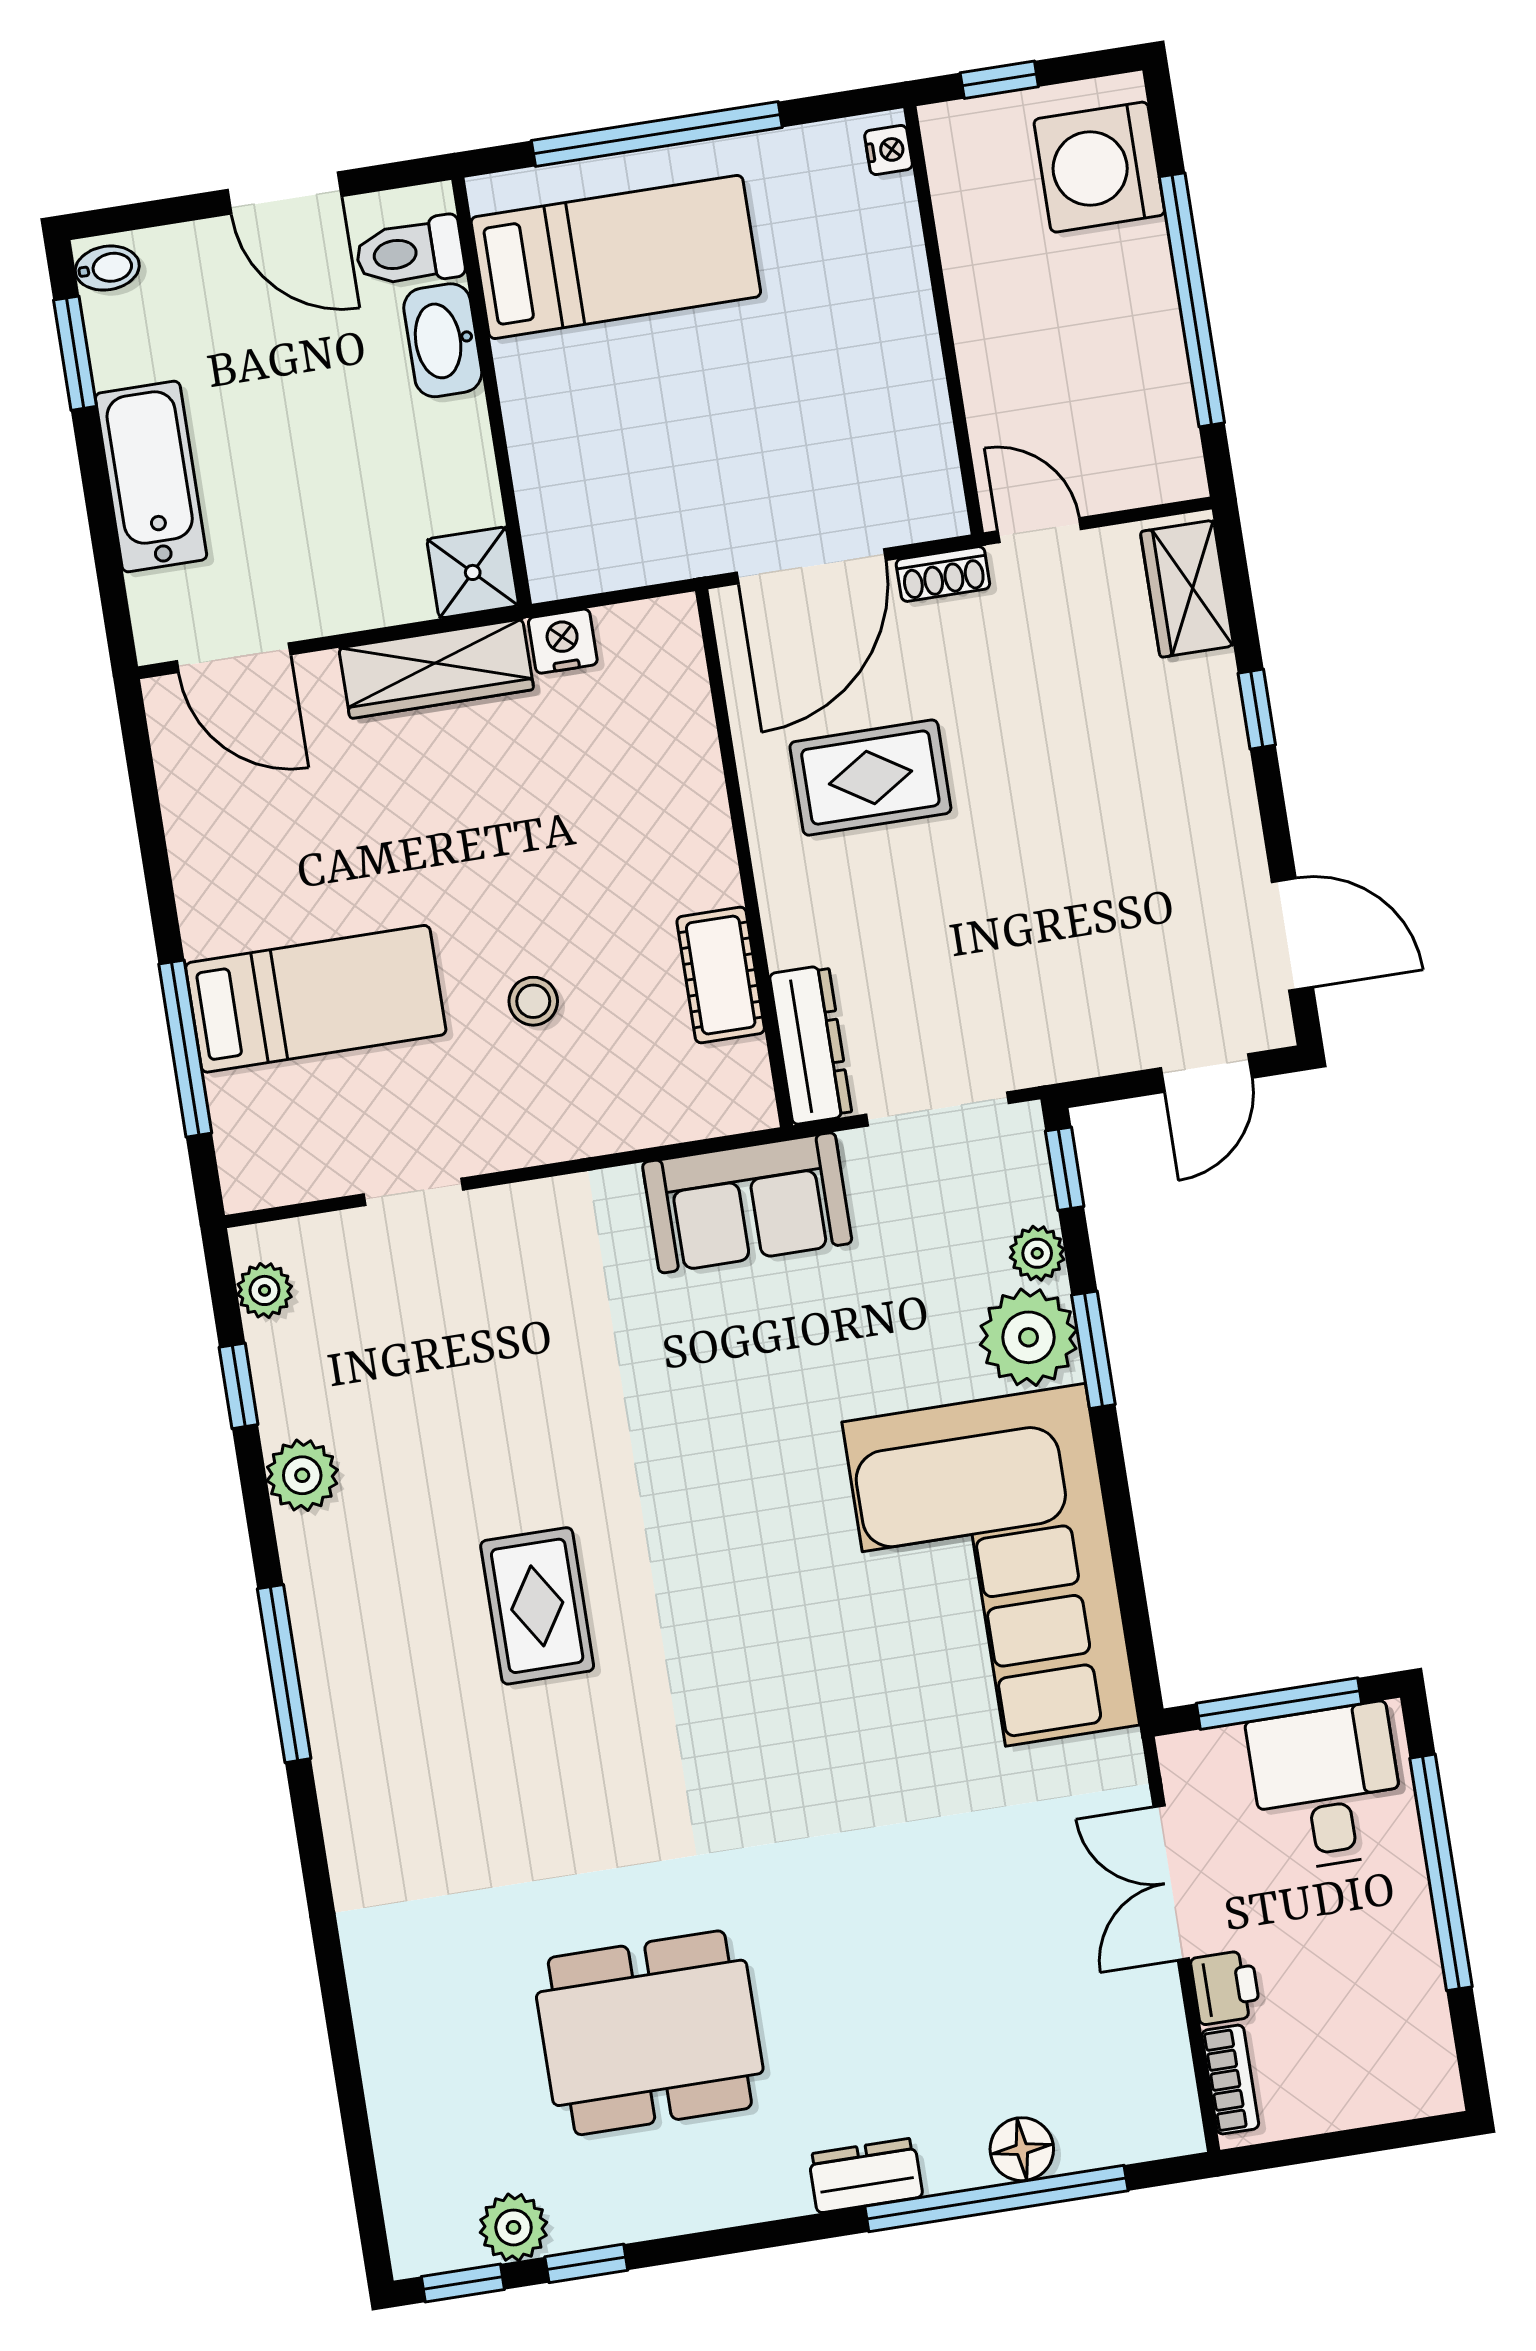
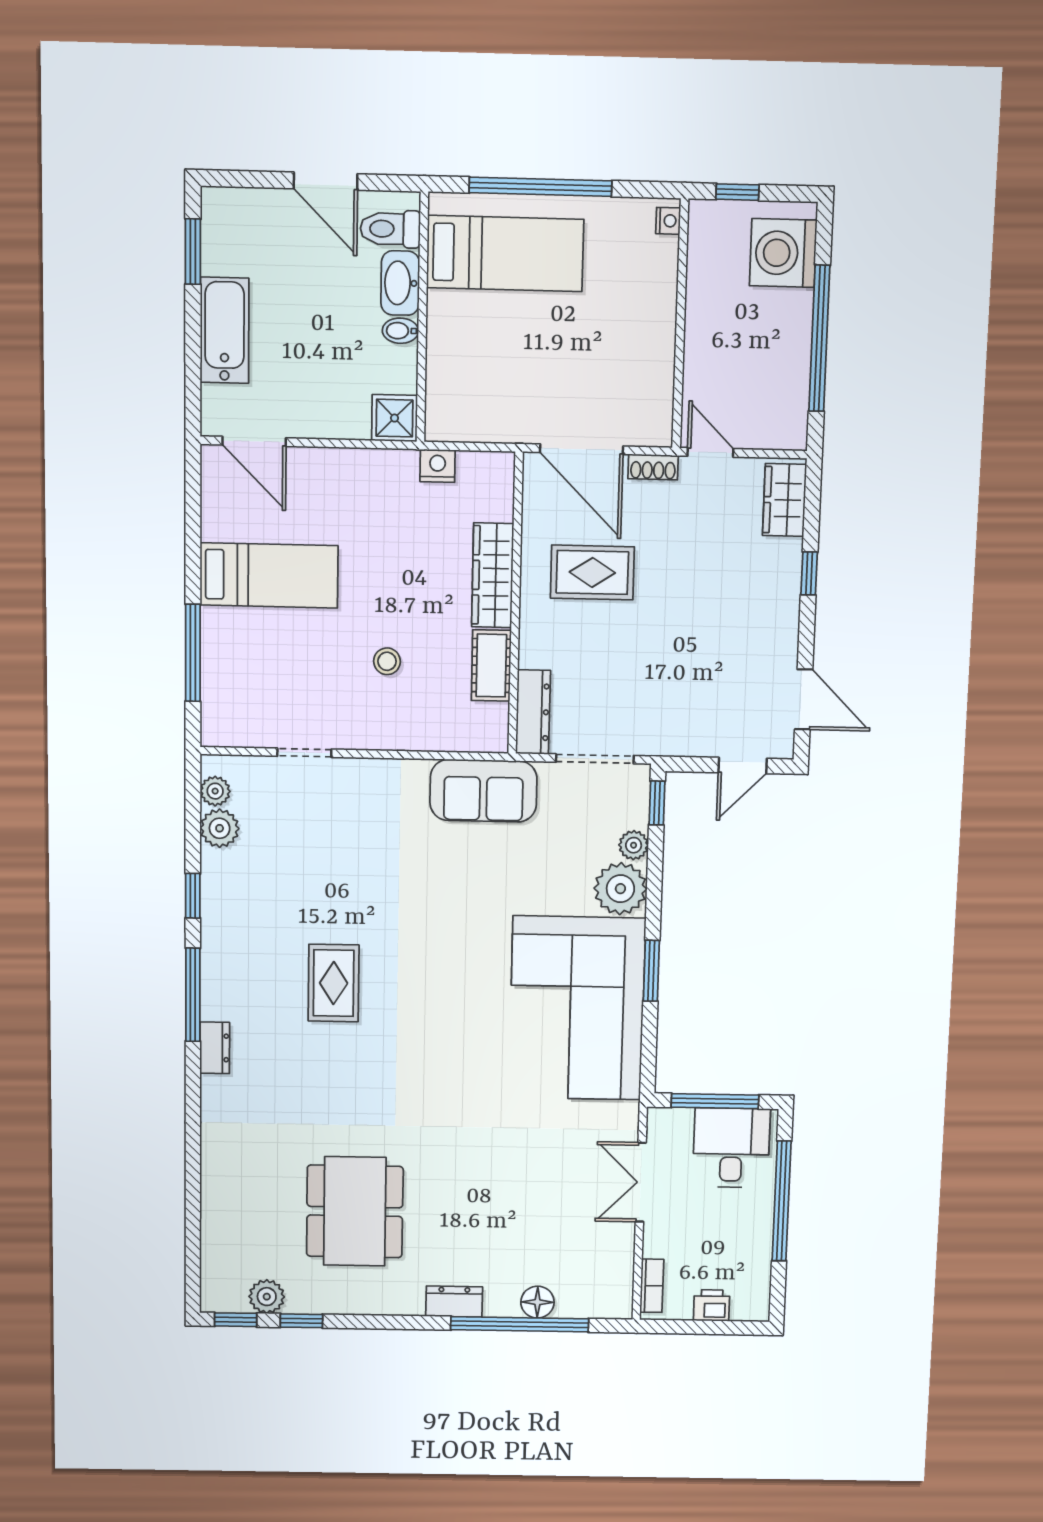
bidet: (107, 268) -> (400, 331), moved, turned 180
door: (811, 566) -> (582, 449), hinge flipped
wardrobe: (436, 669) -> (493, 575), moved, turned 90
bed: (316, 999) -> (269, 575), moved
window: (1093, 1350) -> (651, 971), moved
window: (239, 1386) -> (193, 896), moved
plant: (302, 1475) -> (220, 828), moved
dresser: (340, 1766) -> (215, 1048), added
printer: (1226, 1987) -> (712, 1305), moved, turned -90
dining table: (650, 2033) -> (355, 1211), turned 90

